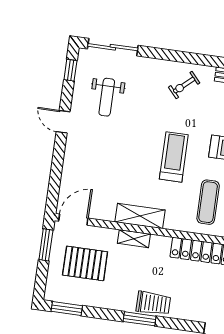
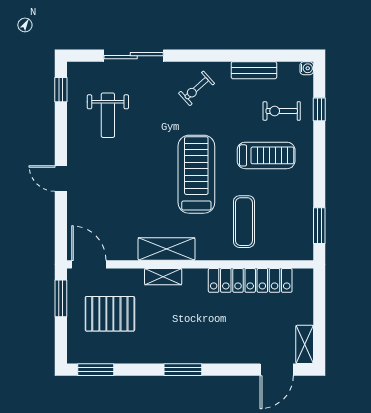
sliding door: (113, 47) -> (134, 56), moved
door: (63, 122) -> (61, 178), moved
treadmill: (174, 157) -> (196, 174), width x1.37, depth x1.38
door: (73, 220) -> (89, 264), hinge flipped
trolley: (153, 303) -> (196, 349), removed

